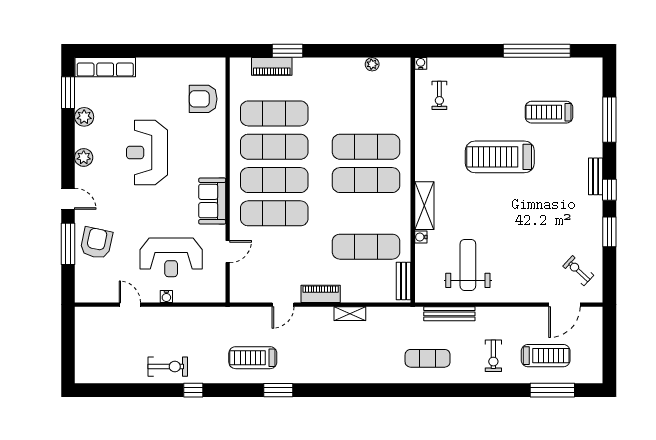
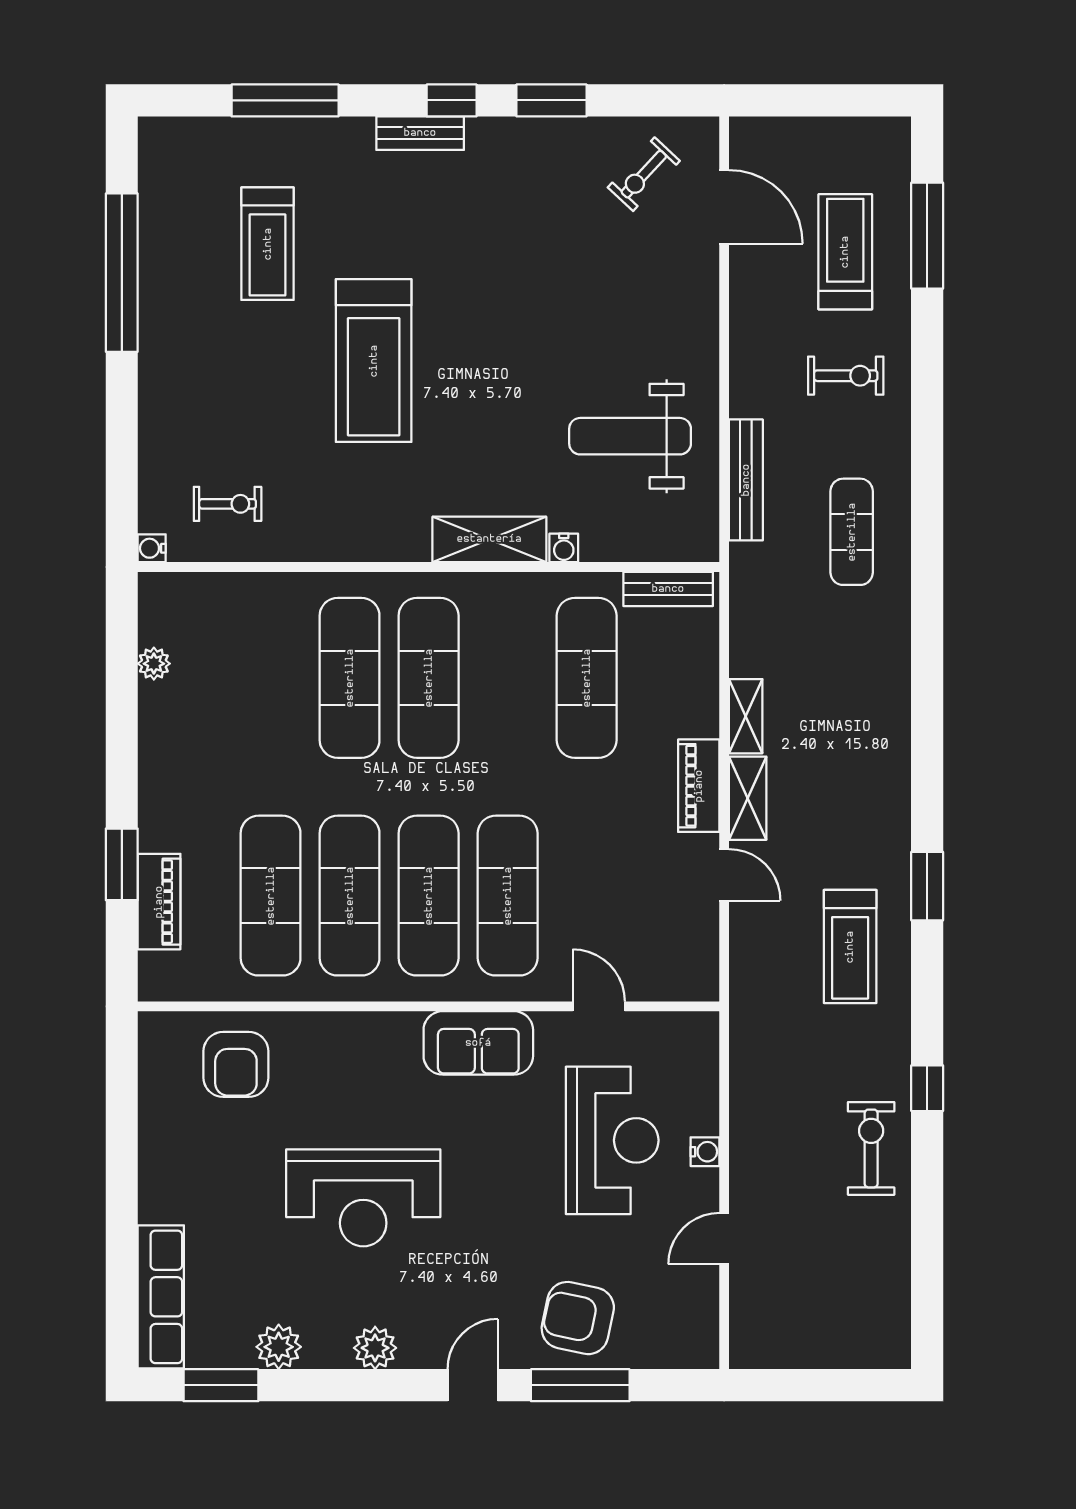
shelving: (315, 315) -> (748, 798), added

